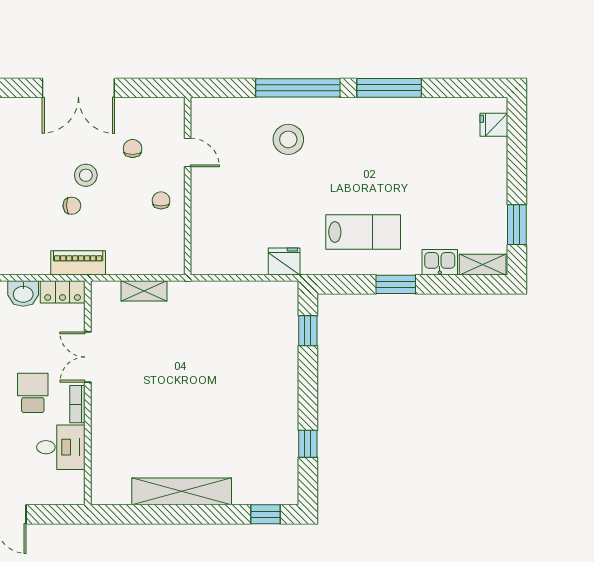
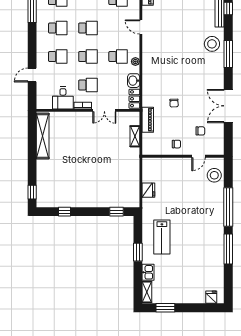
stool: (288, 139) -> (214, 175), moved
stool: (86, 175) -> (188, 109), removed
fridge: (284, 261) -> (148, 190), moved
piano: (78, 263) -> (148, 120), moved
double door: (88, 357) -> (104, 110), swing flipped
shelving: (182, 491) -> (43, 136), moved

